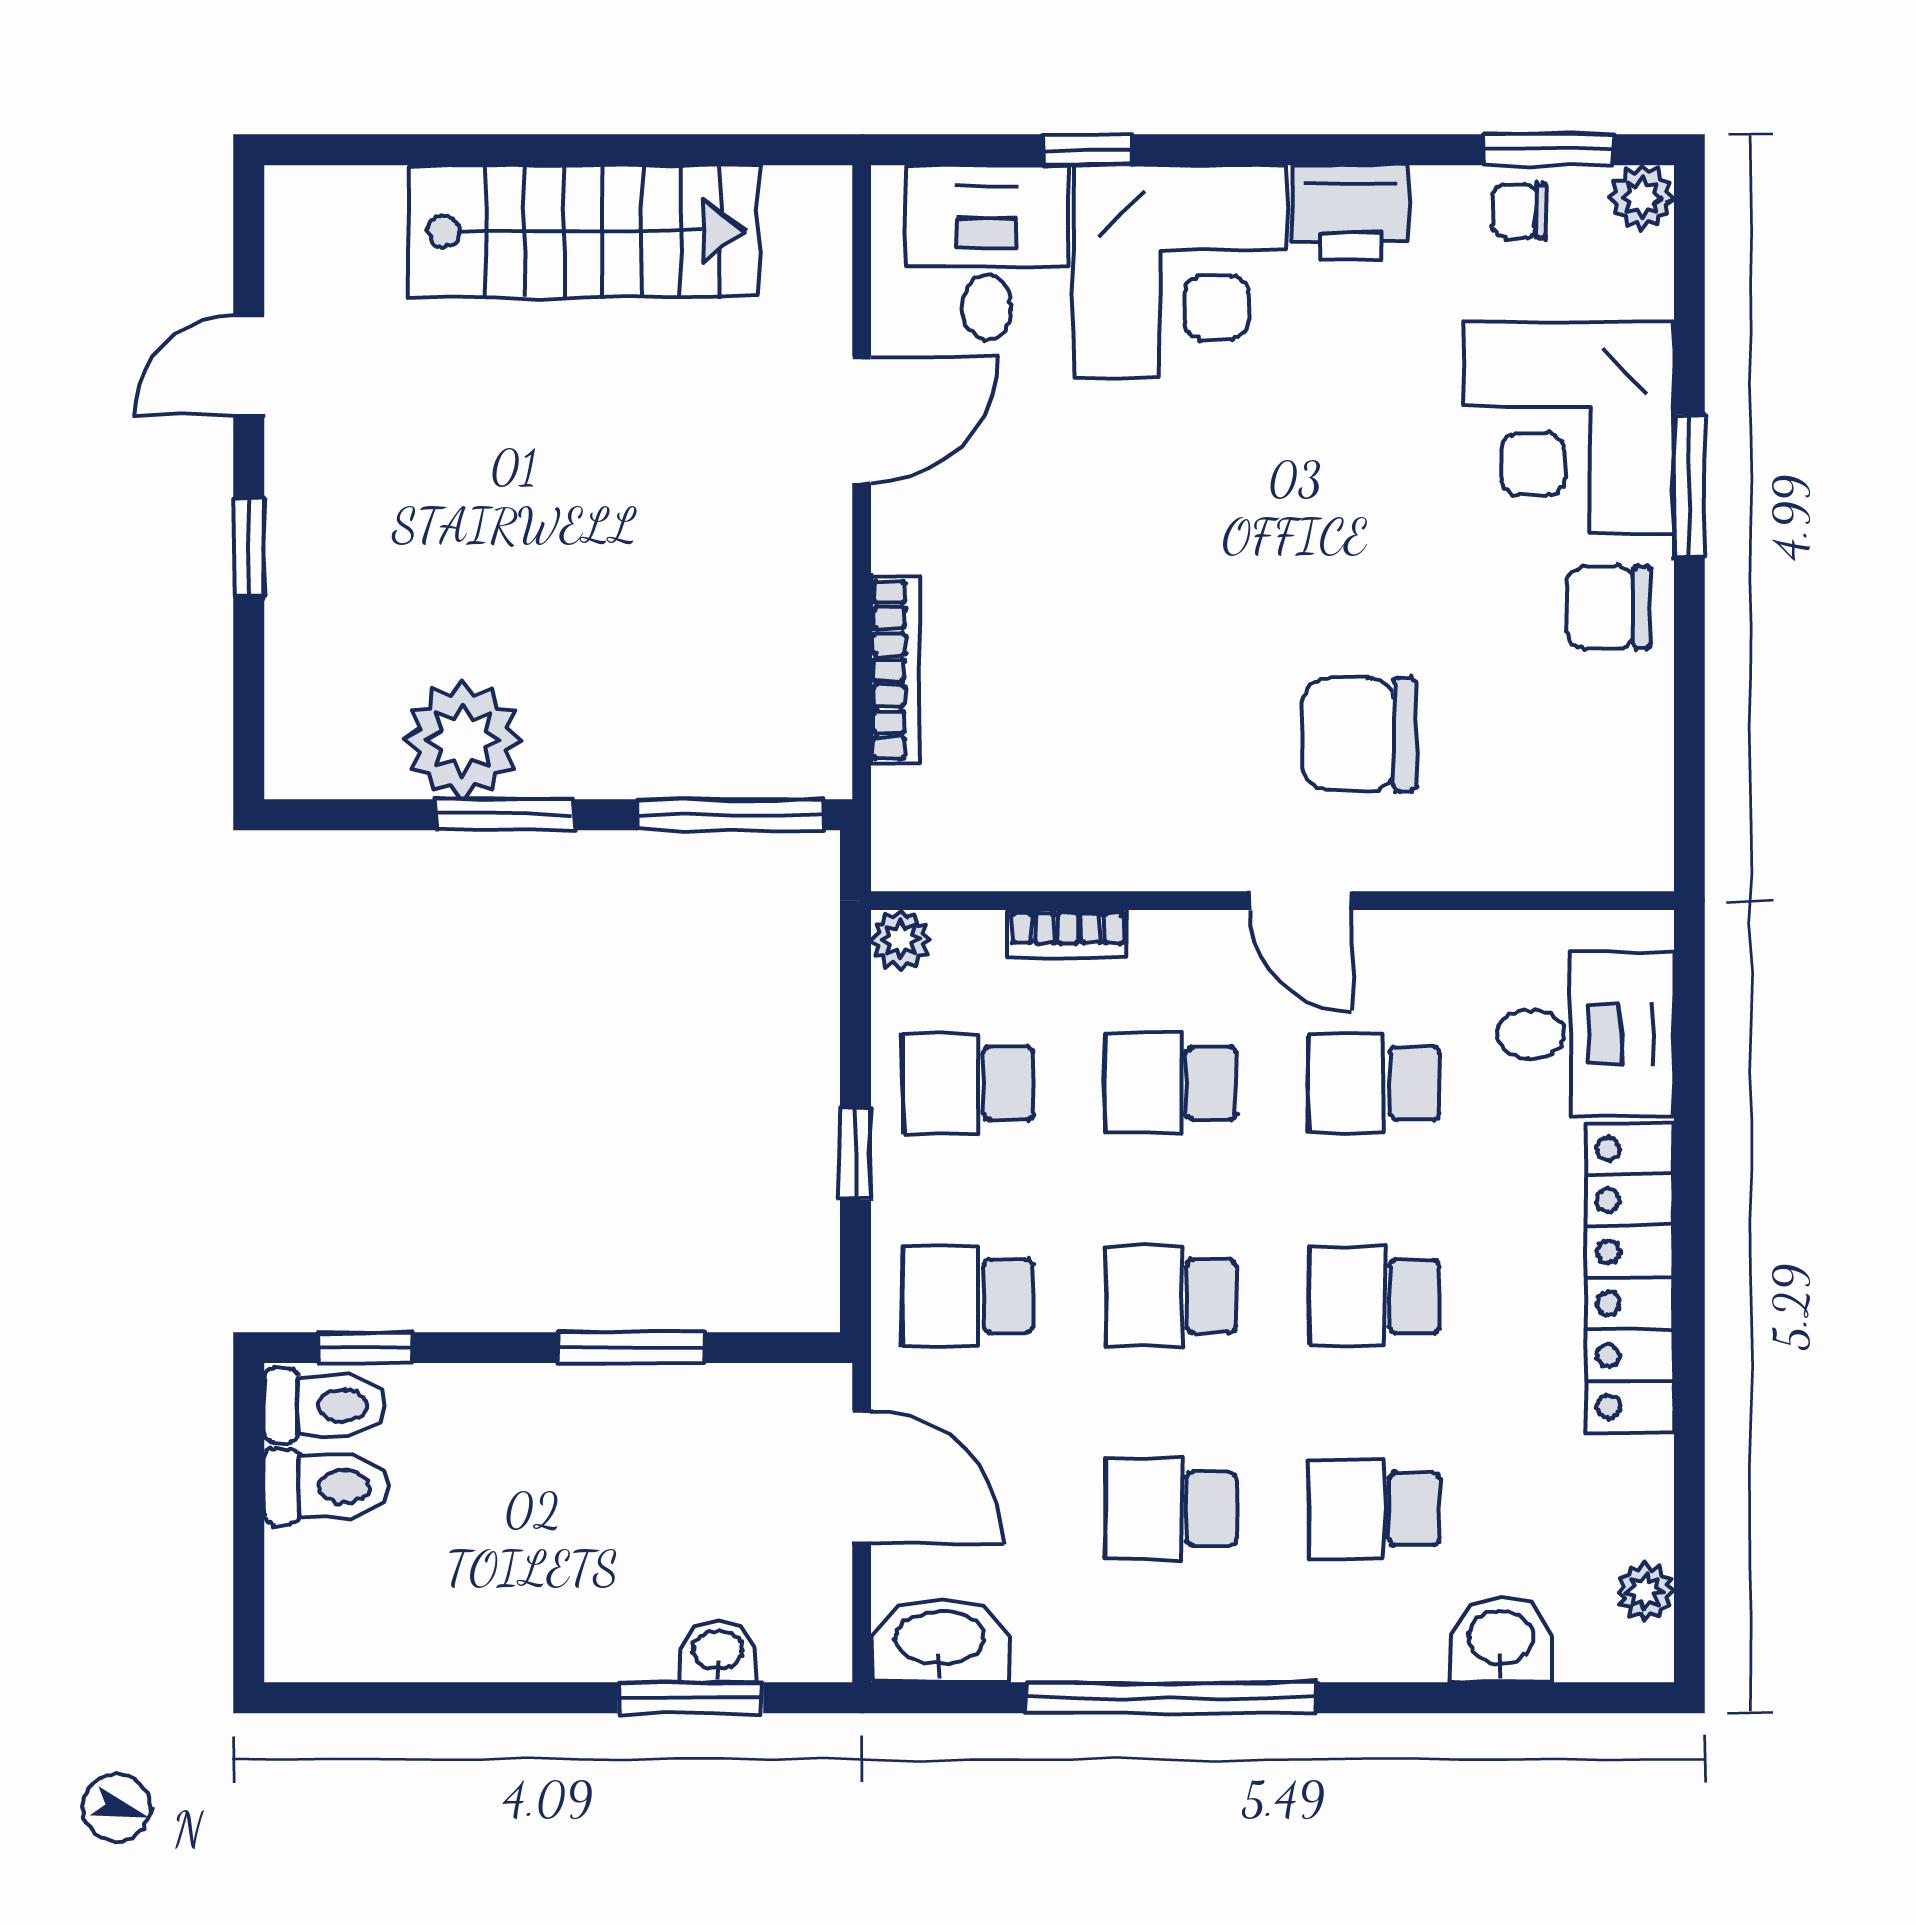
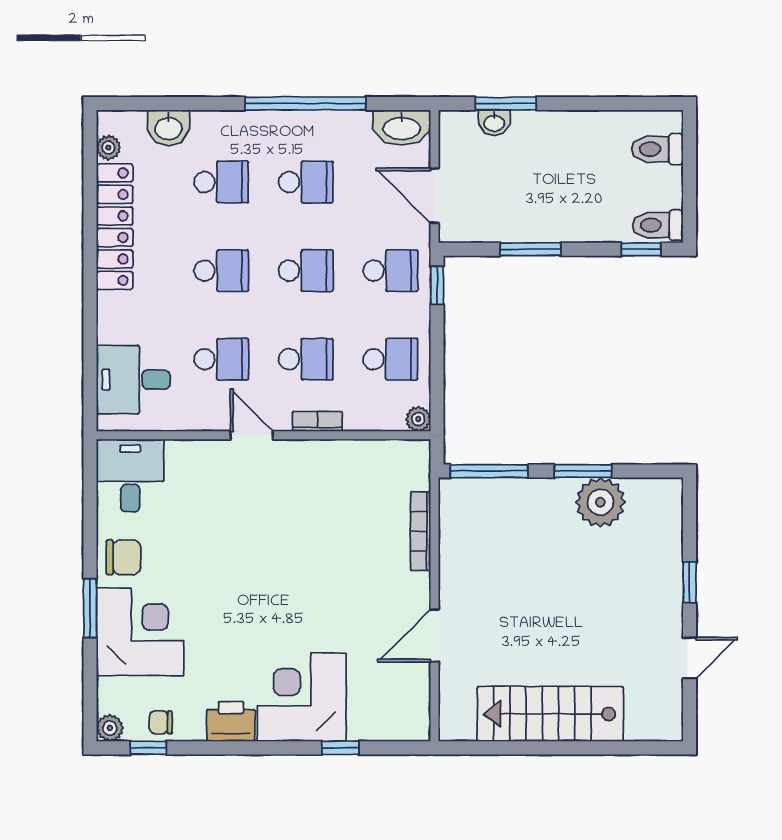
window: (1549, 150) -> (149, 748), width x0.67
chair: (1519, 211) -> (161, 722), turned 180
desk: (987, 253) -> (130, 476), moved, turned 180
chair: (1359, 735) -> (227, 504), removed
bookcase: (1068, 934) -> (317, 421), moved
window: (855, 1154) -> (437, 285), moved
locker: (1630, 1278) -> (115, 227), moved
toilet: (327, 1487) -> (657, 149), moved

